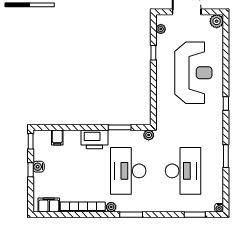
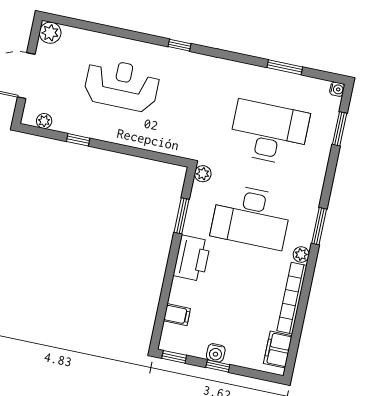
reception desk: (193, 73) -> (122, 85), width x0.74, depth x0.77
window: (226, 156) -> (285, 67), moved

